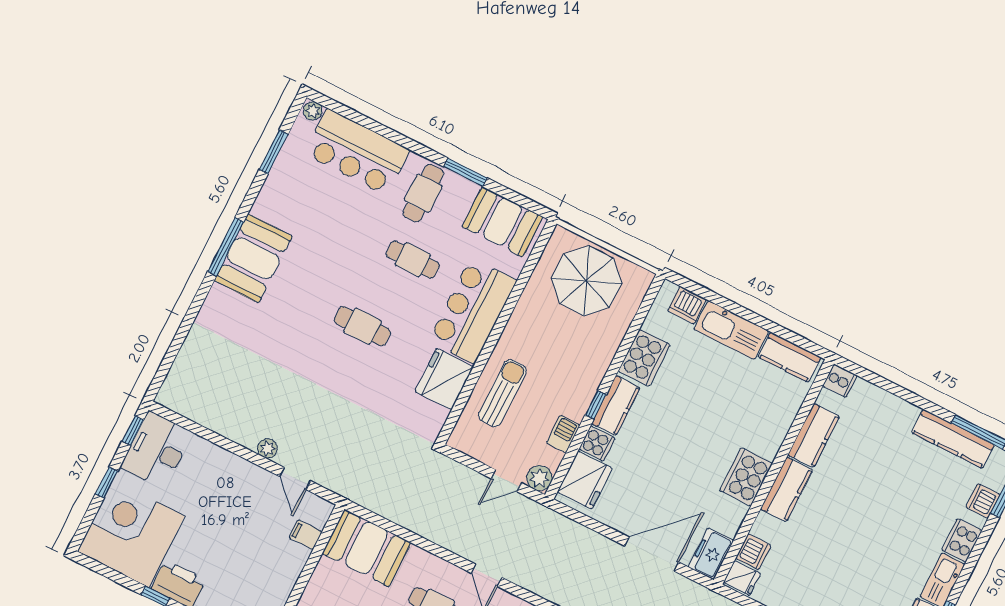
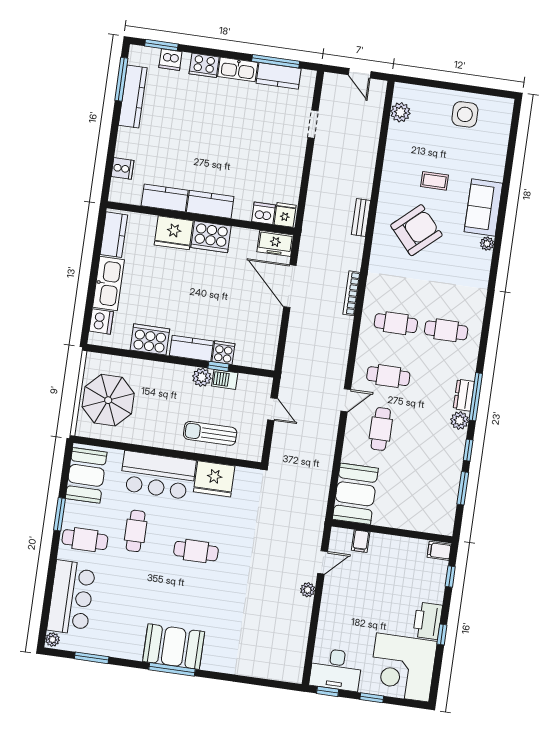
cafe table: (362, 326) -> (196, 551), turned 90
cooker: (840, 381) -> (123, 168), moved, turned 90
window: (596, 405) -> (218, 366), moved
plant: (539, 478) -> (202, 377), moved
fridge: (585, 480) -> (174, 233), moved, turned 180

